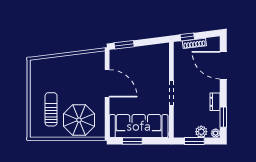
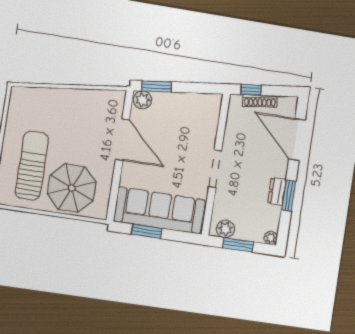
plant: (116, 55) -> (143, 100), added
sun lounger: (51, 109) -> (32, 166), width x1.36, depth x1.34
window: (223, 117) -> (289, 196), moved
plant: (201, 132) -> (225, 229), moved

